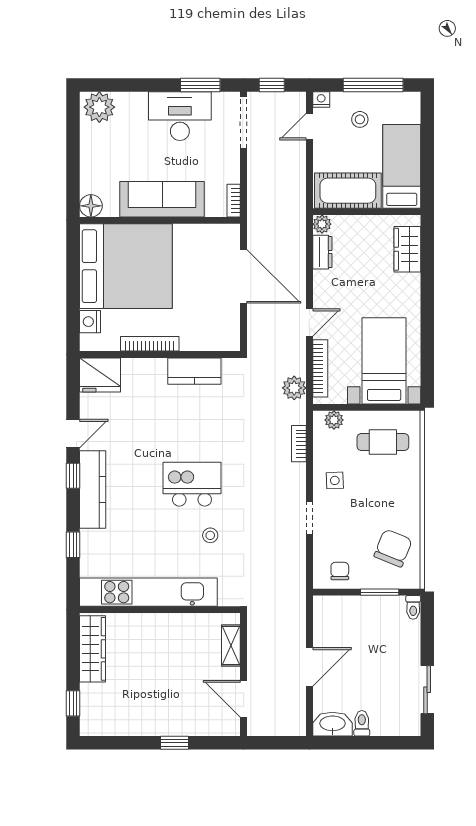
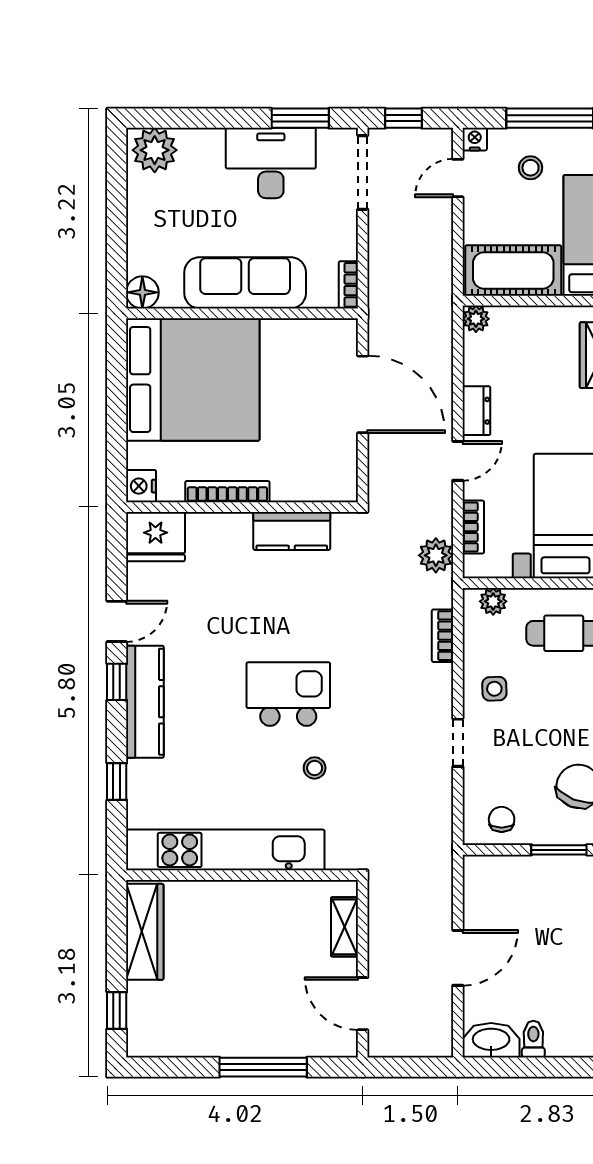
dresser: (322, 252) -> (476, 411), moved
nightstand: (90, 322) -> (141, 486), moved
bookcase: (320, 368) -> (473, 527), width x0.64
window: (175, 743) -> (263, 1067), width x2.17

